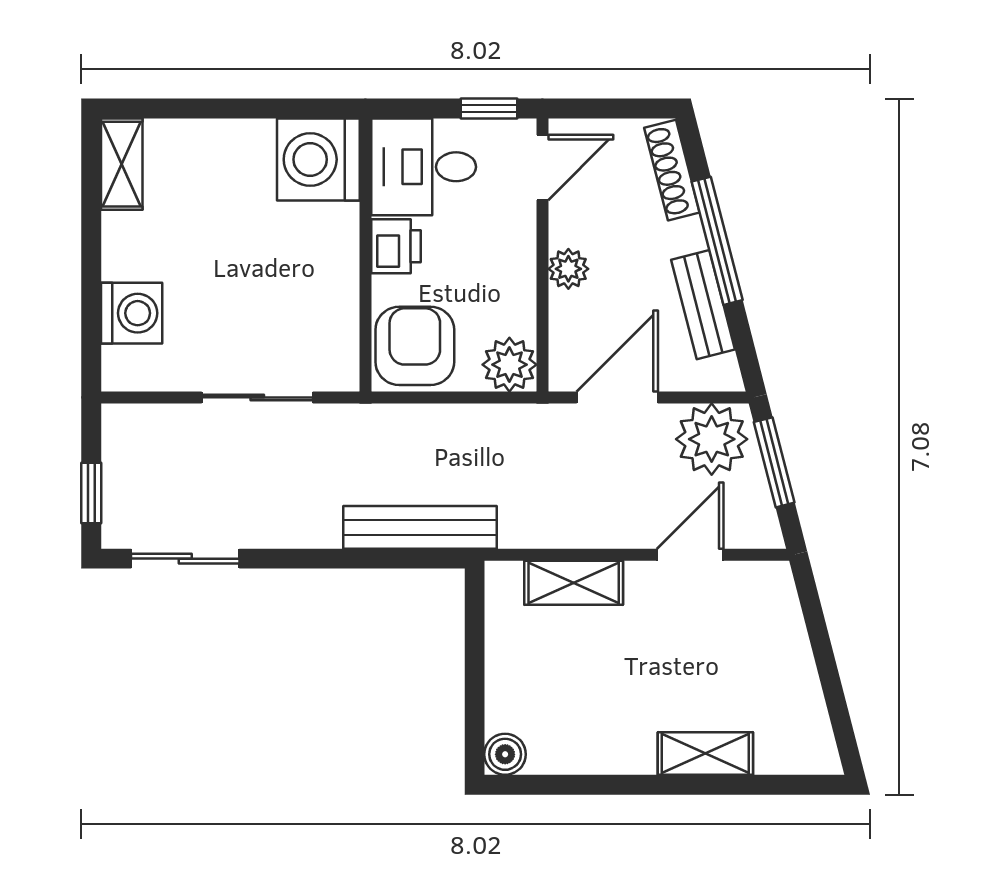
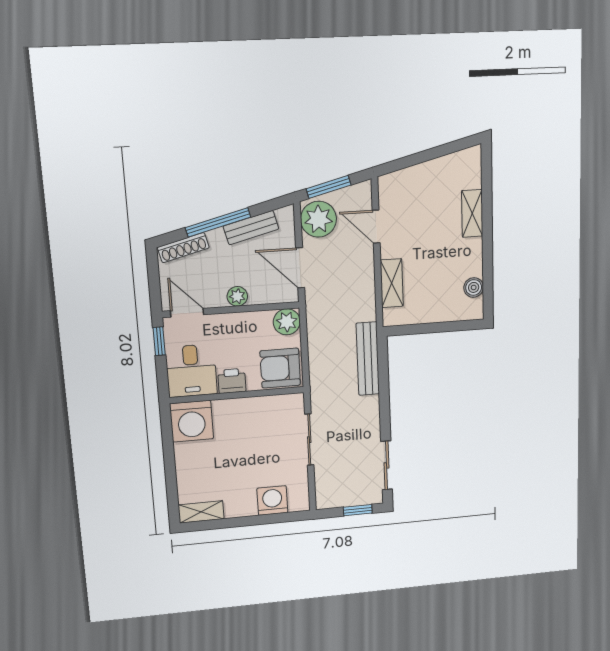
boiler: (505, 754) -> (474, 287), moved

